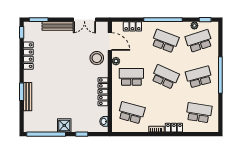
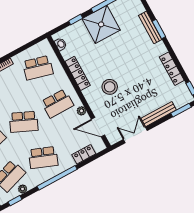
stool: (97, 58) -> (110, 87), moved
shower: (64, 125) -> (101, 24), width x1.86, depth x1.86

